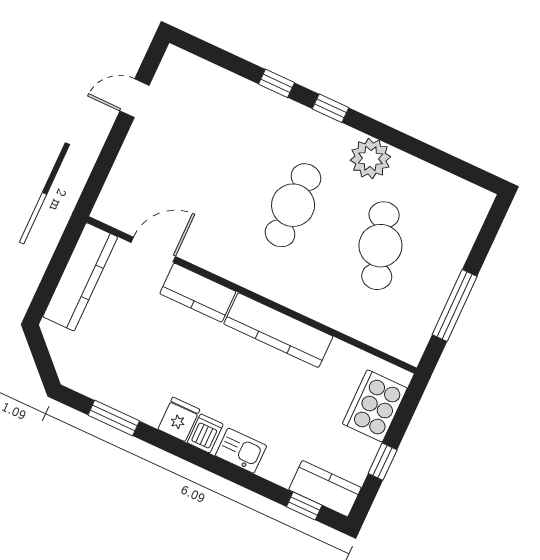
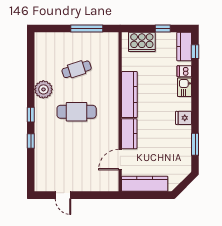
cafe table: (380, 246) -> (77, 69), width x0.73, depth x0.74
door: (153, 249) -> (120, 160), hinge flipped
dishwasher: (205, 433) -> (184, 71), moved

